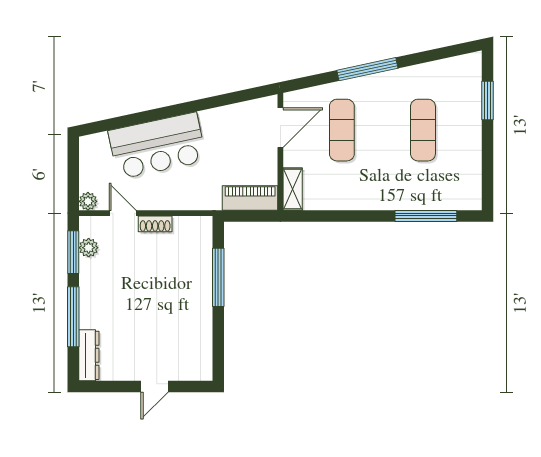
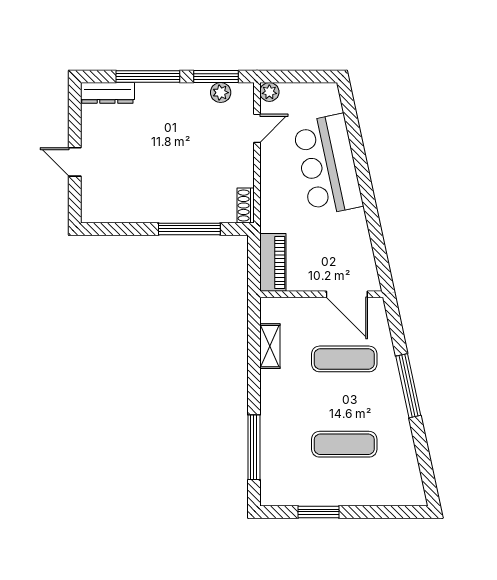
window: (487, 100) -> (318, 512), moved
shelving: (293, 189) -> (270, 346), moved, turned 90
shoe rack: (155, 224) -> (246, 205), moved

